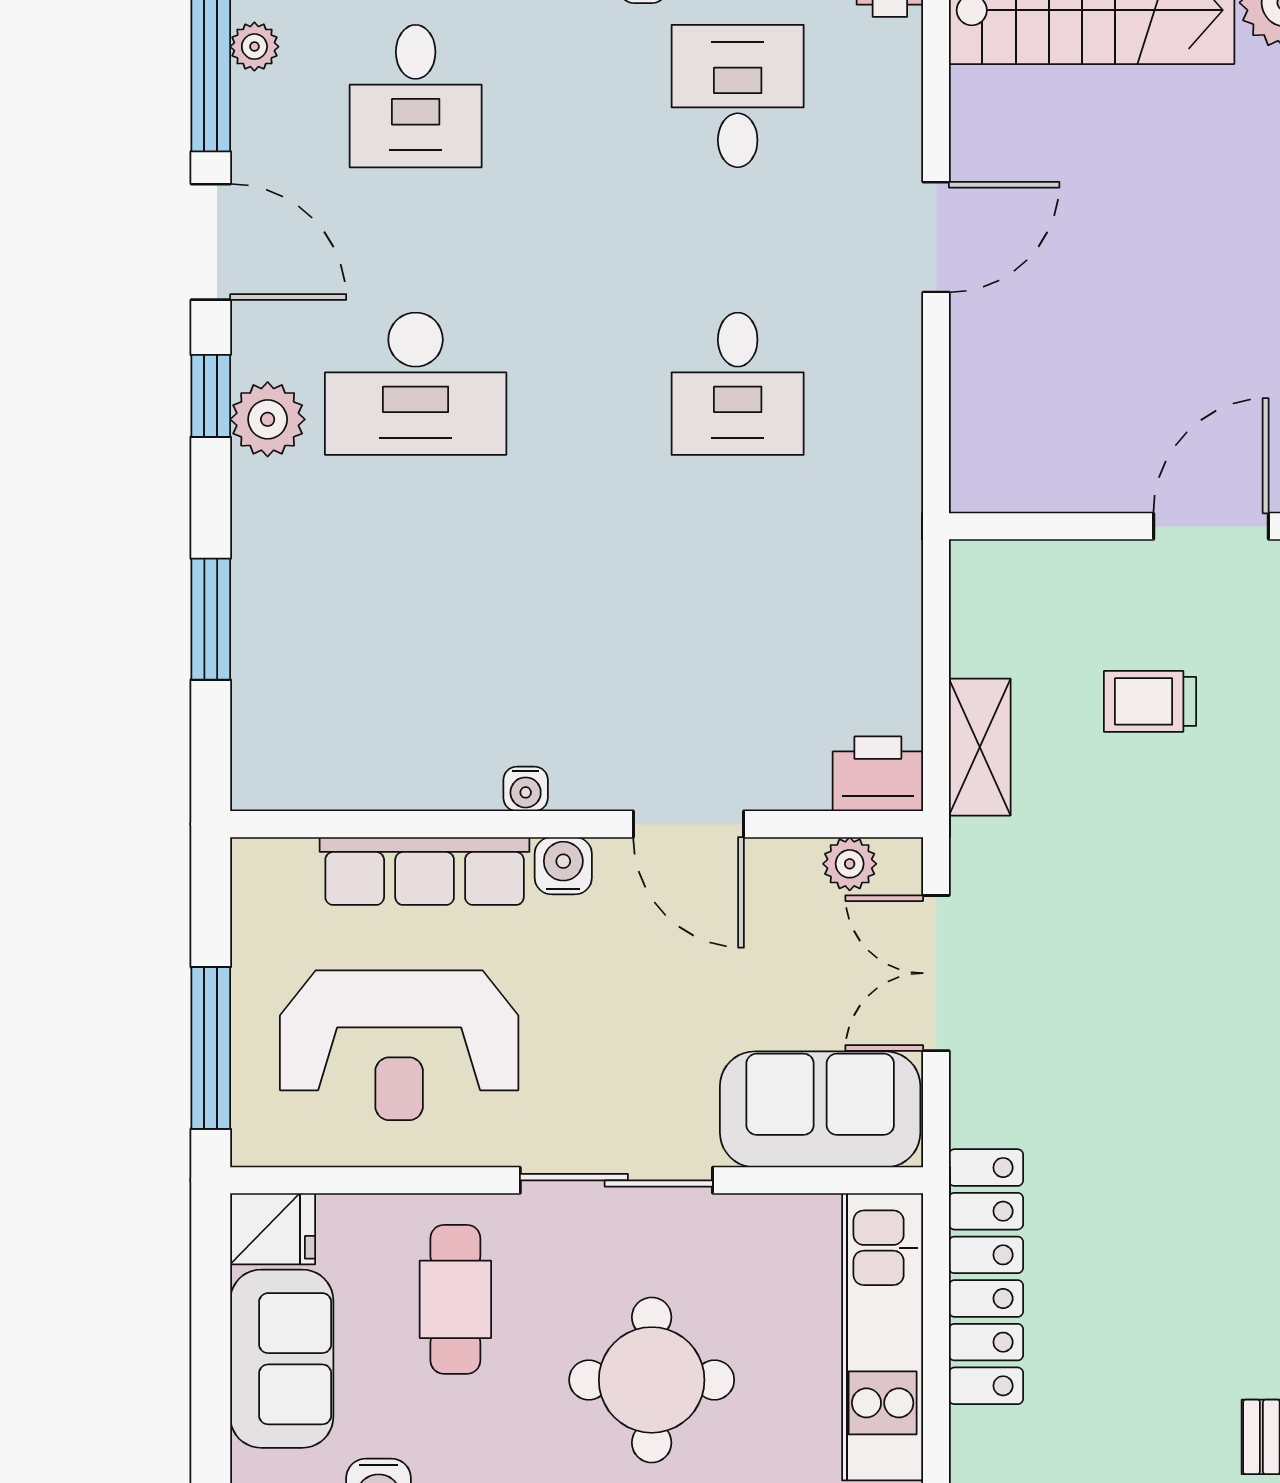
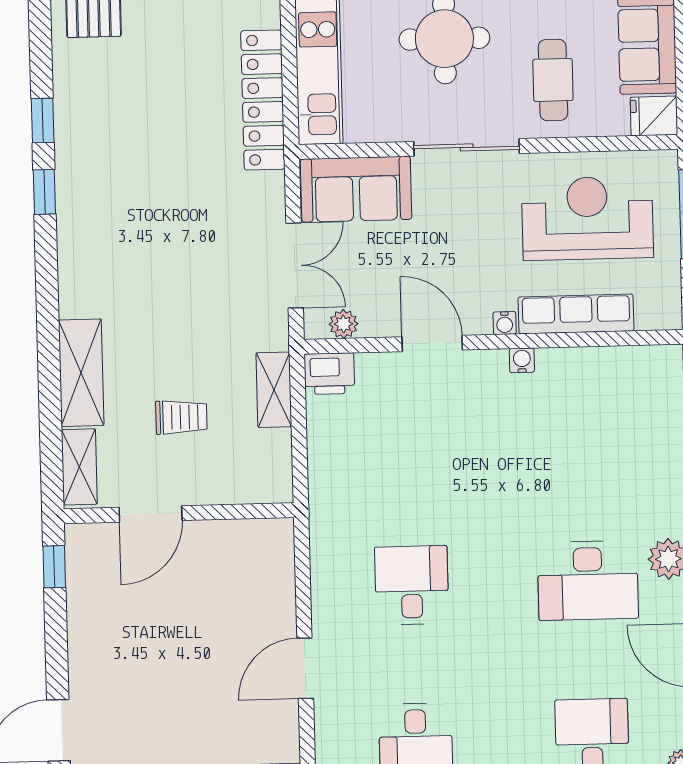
desk: (416, 384) -> (588, 581), turned 180
water cooler: (563, 866) -> (505, 323), width x0.72, depth x0.72

